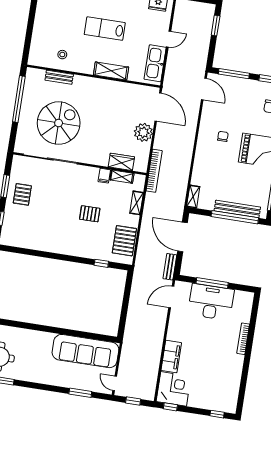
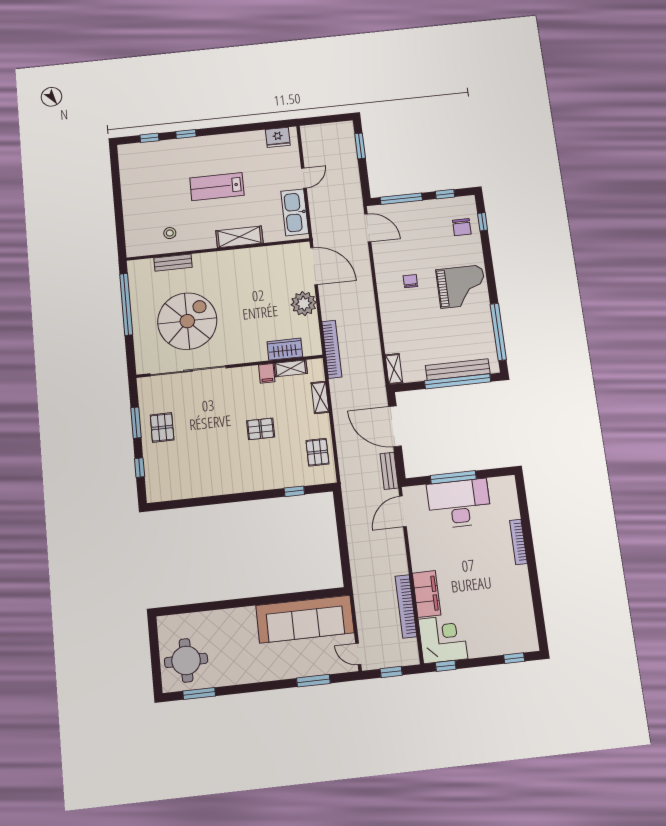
pallet: (124, 241) -> (317, 452), width x0.67, depth x0.71
bookcase: (155, 361) -> (406, 606), added

